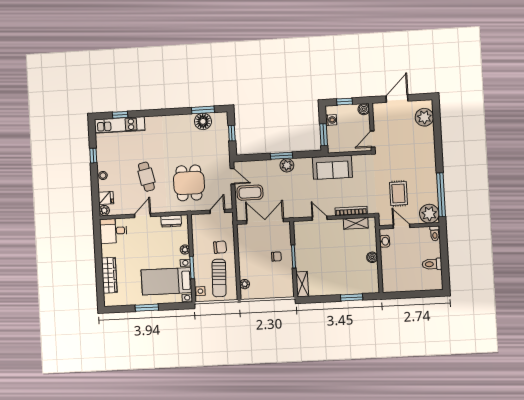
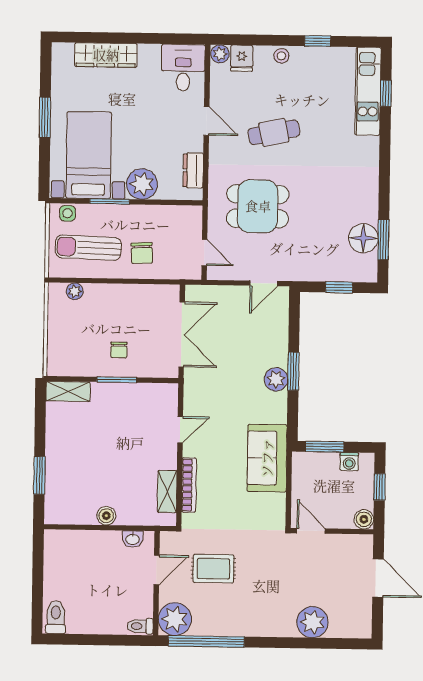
plant: (424, 117) -> (312, 622), moved
coffee table: (250, 193) -> (233, 312), removed
plant: (185, 250) -> (142, 184), width x1.88, depth x1.88
toilet: (432, 264) -> (56, 617), moved

